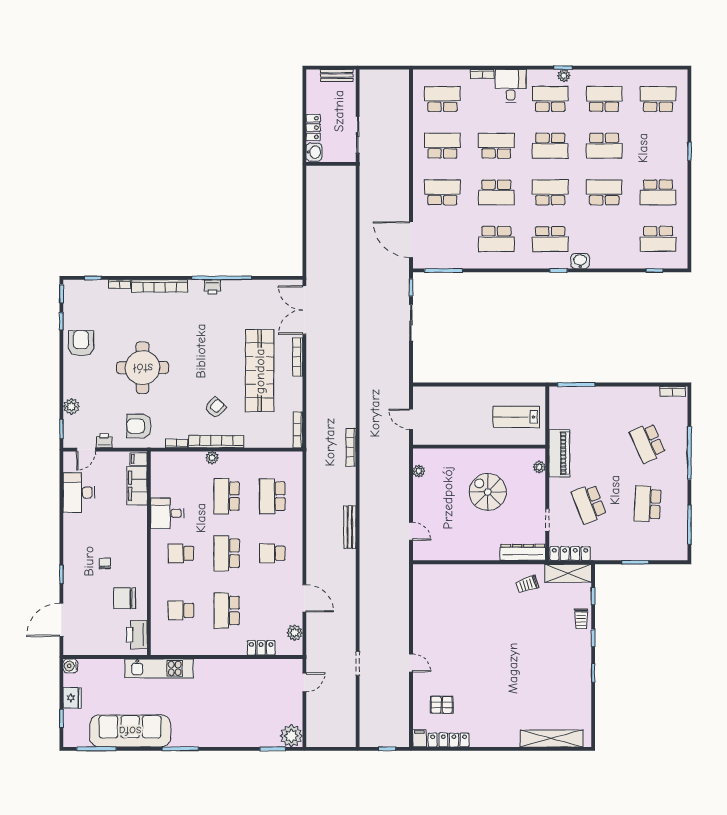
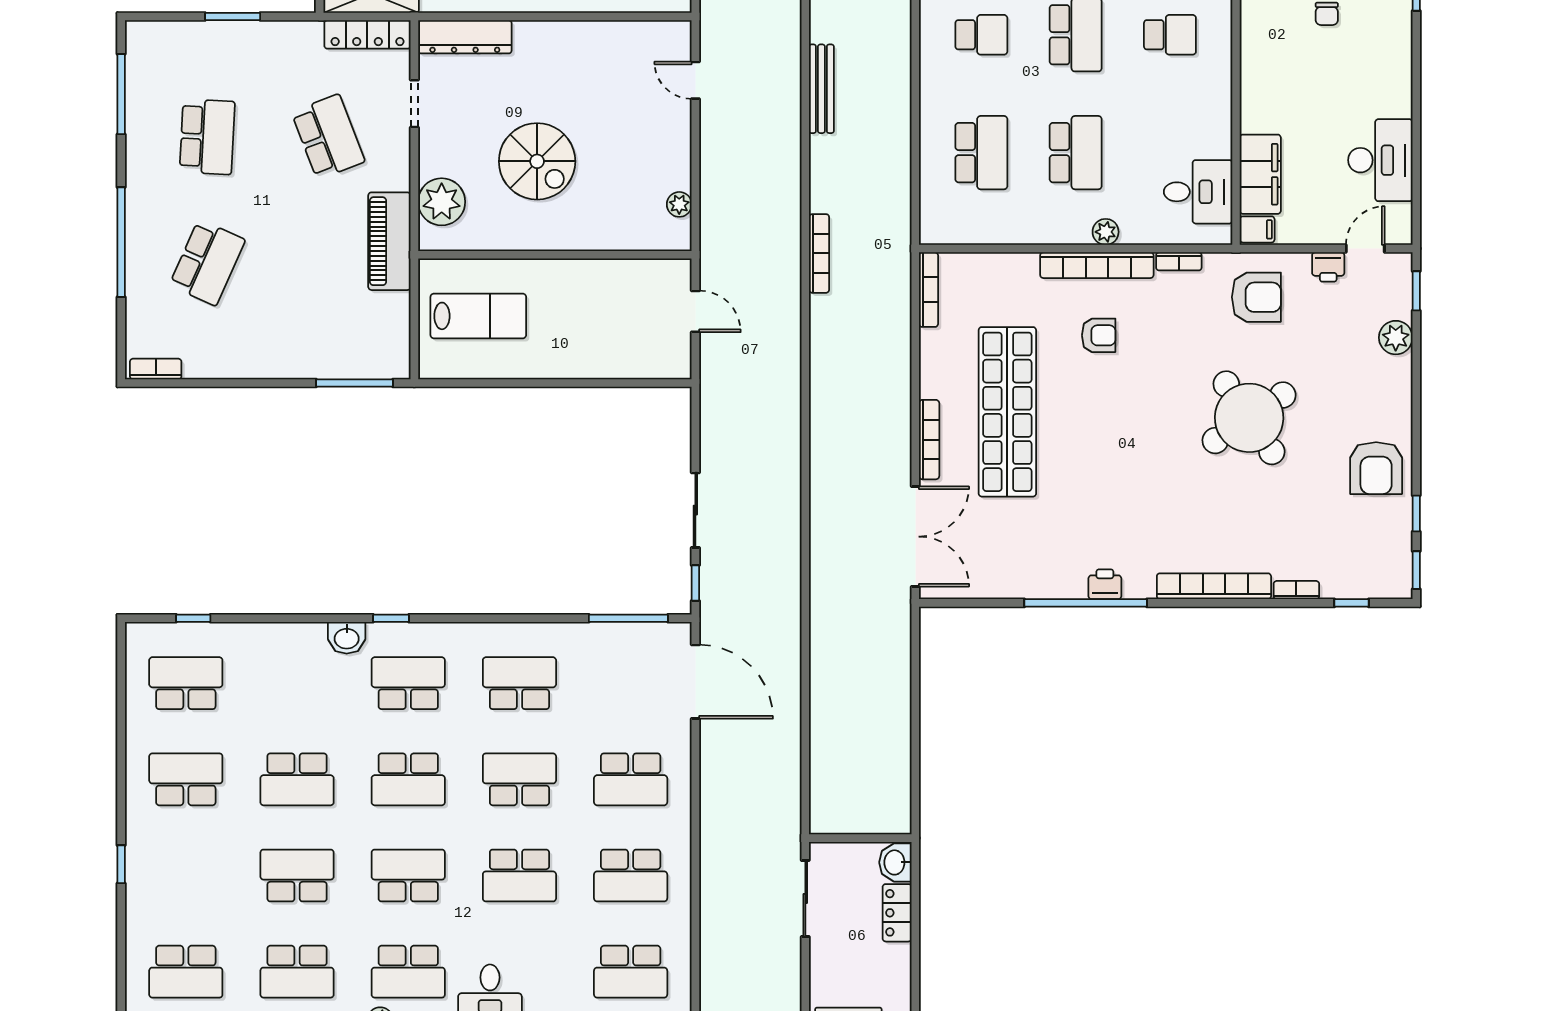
round table: (143, 368) -> (1249, 418), turned -34
armchair: (215, 408) -> (1099, 335), turned -133
school desk: (648, 443) -> (207, 263), turned 48
plant: (539, 467) -> (442, 202), width x1.87, depth x1.87
desk: (167, 513) -> (1198, 192), moved

